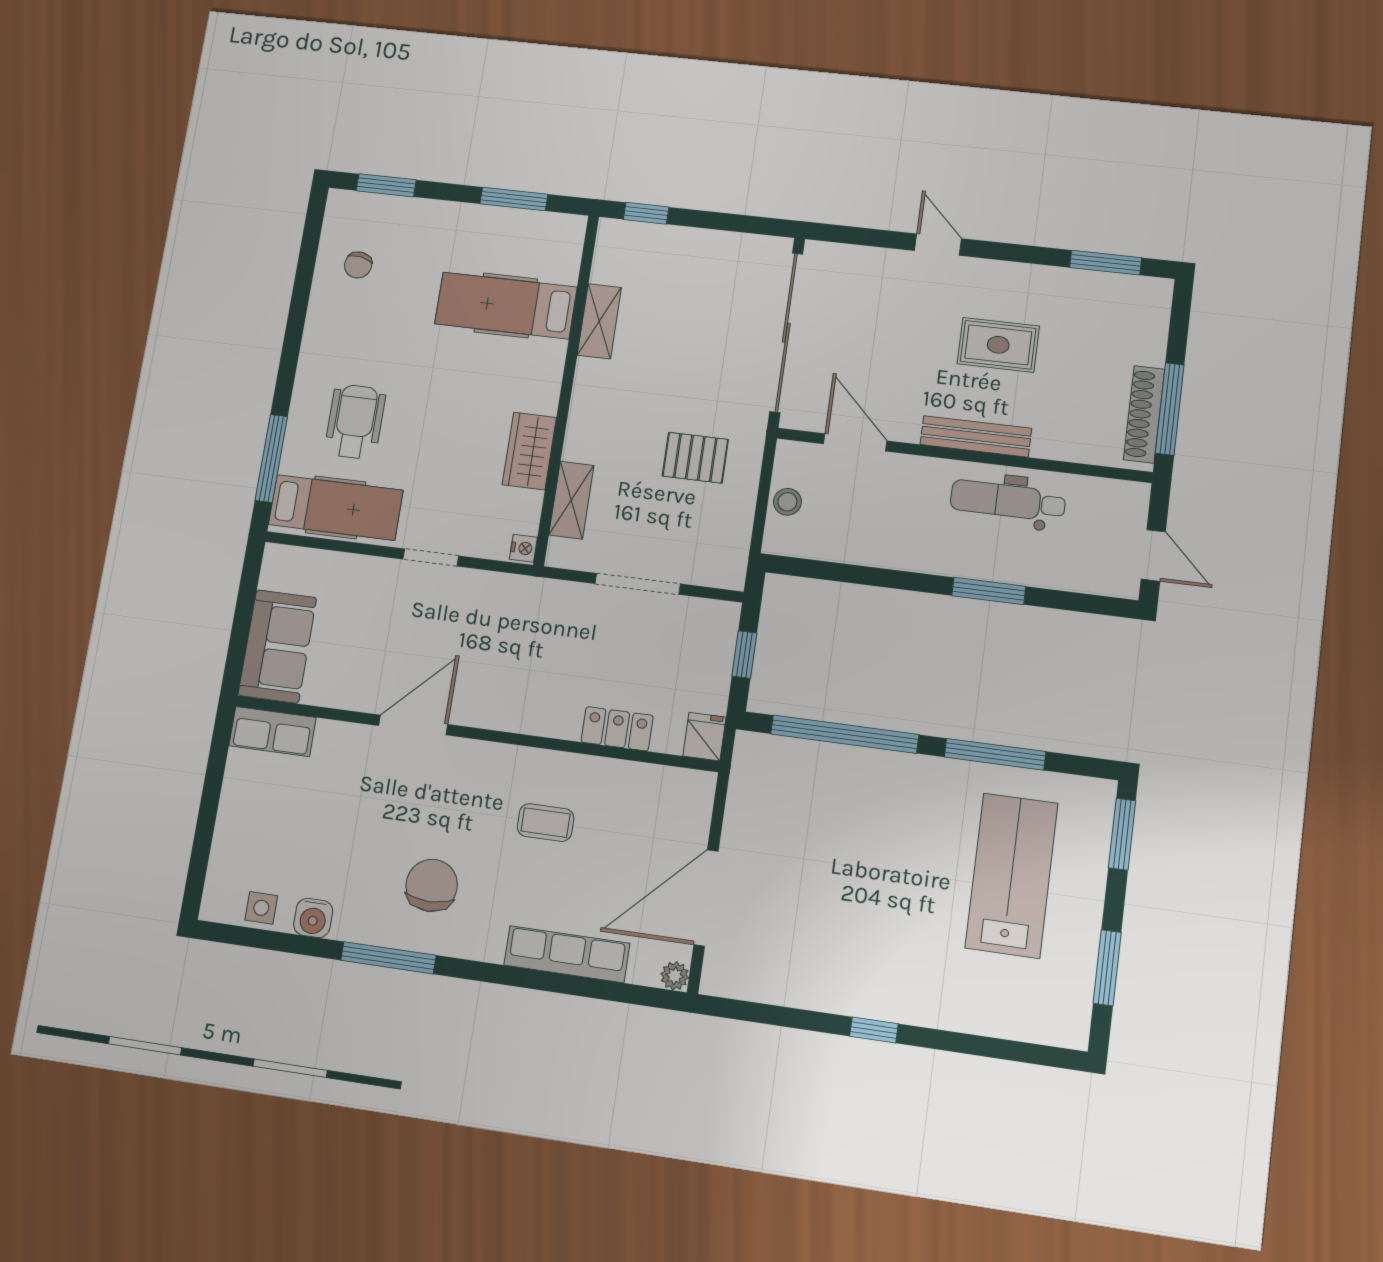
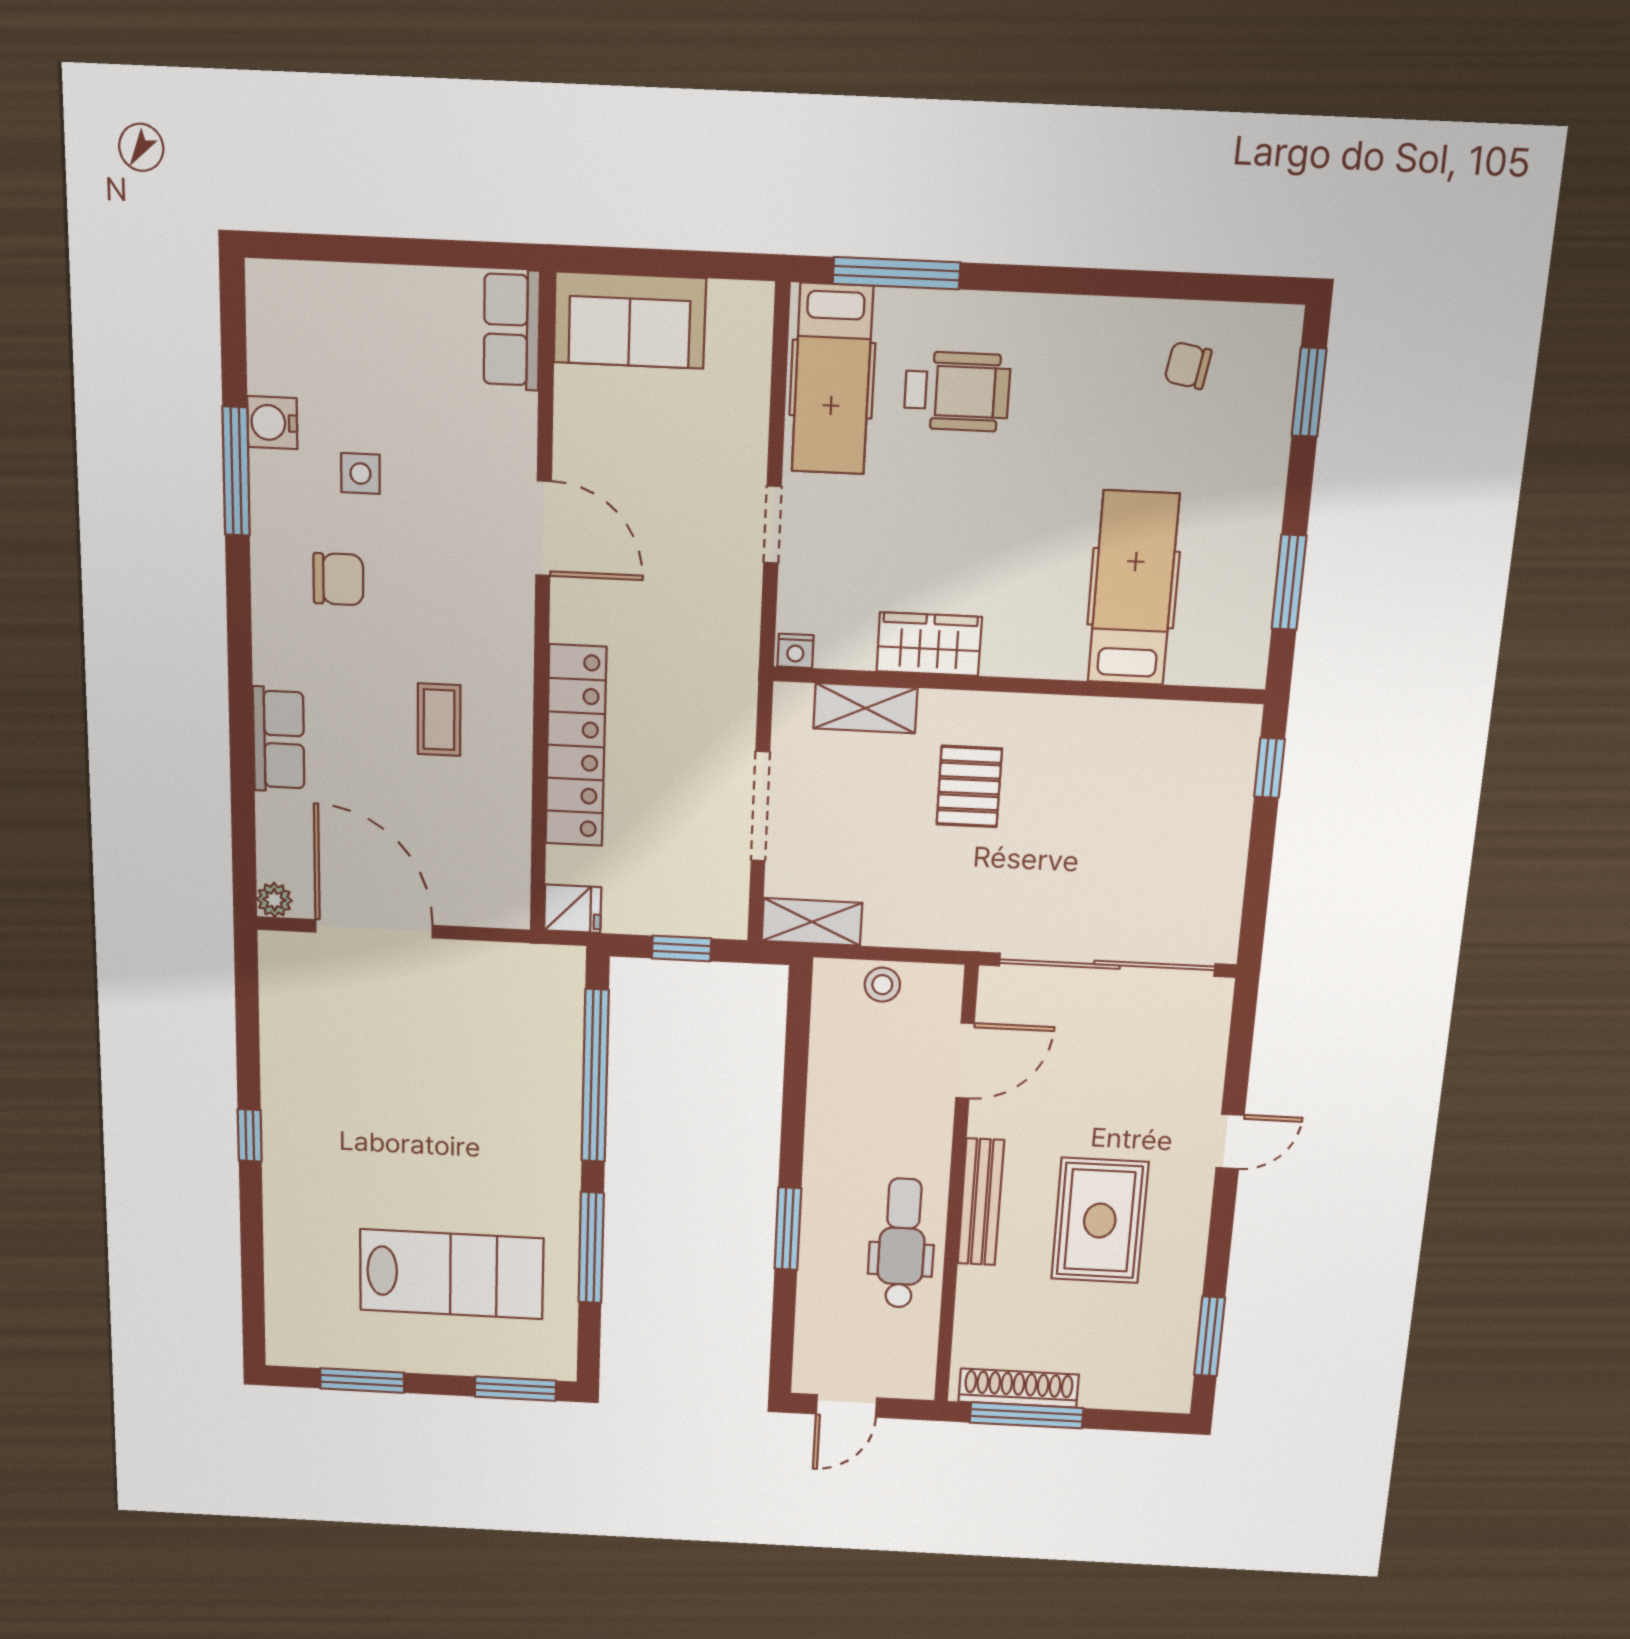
shelving: (599, 321) -> (812, 922), moved
rug: (998, 345) -> (1100, 1221), width x1.36, depth x1.43
pallet: (695, 458) -> (969, 787), moved
locker: (617, 729) -> (576, 746), width x2.16, depth x1.21
chair: (432, 885) -> (338, 579), width x0.73, depth x0.73
side table: (261, 908) -> (360, 473), moved
row of seats: (567, 954) -> (279, 739), width x0.68
window: (388, 958) -> (236, 471), moved

